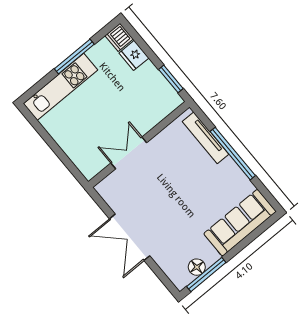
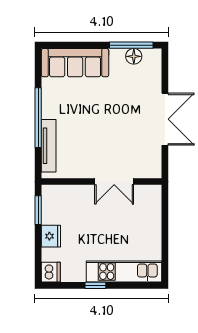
fridge: (134, 55) -> (51, 236), moved
window: (74, 56) -> (95, 285), width x0.46

